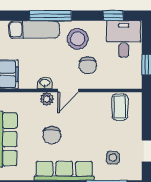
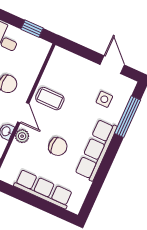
coffee table: (120, 107) -> (50, 99), moved

